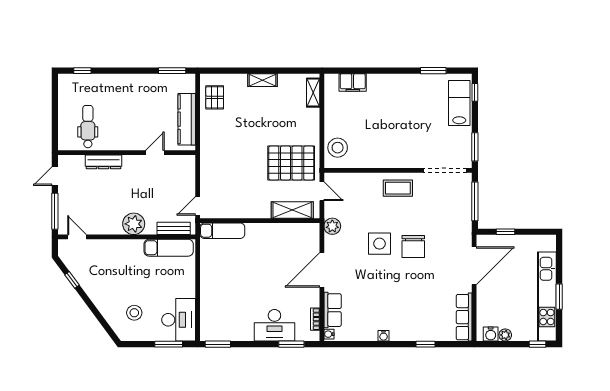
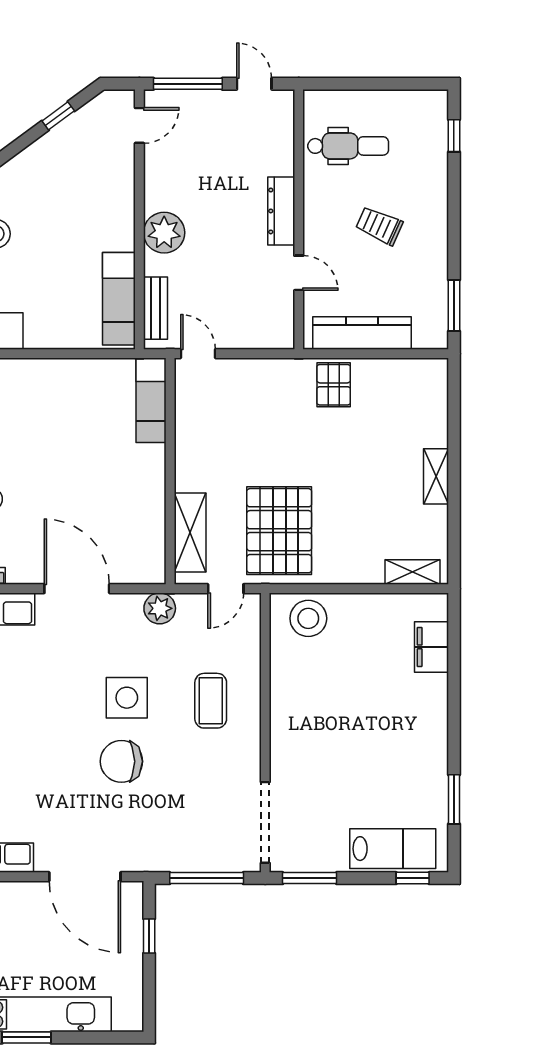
pallet: (215, 97) -> (334, 385), moved, turned 90
trolley: (130, 110) -> (379, 226), added
dresser: (104, 162) -> (281, 211), moved
coffee table: (398, 188) -> (211, 701), moved

